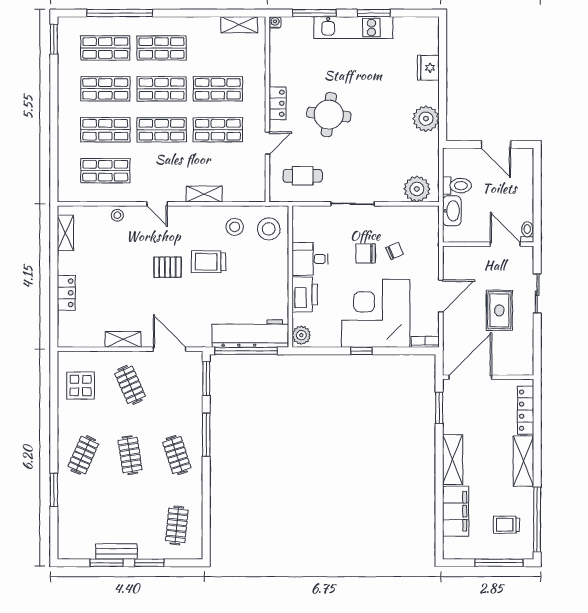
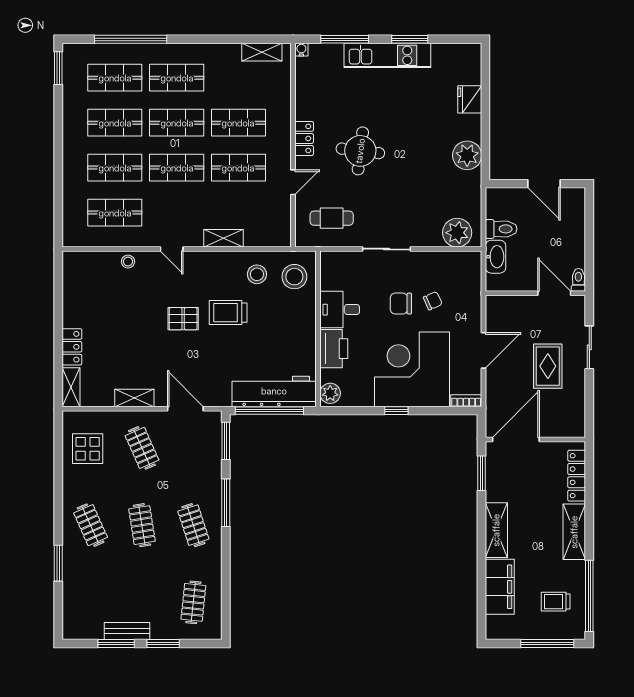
shelving: (65, 233) -> (71, 387), moved
clothes rail: (83, 455) -> (91, 525), turned -48

